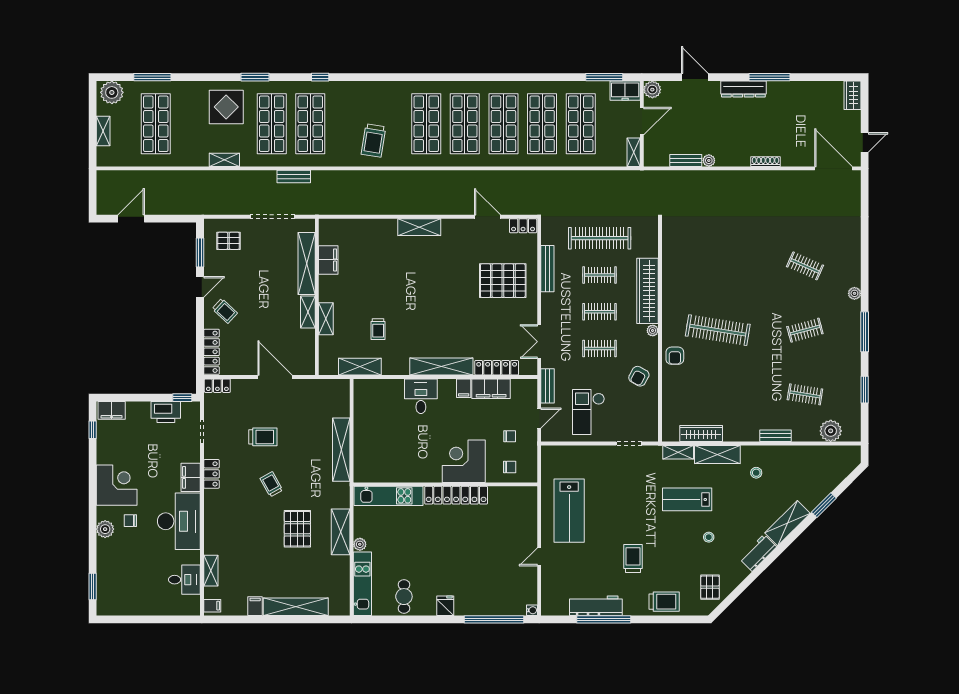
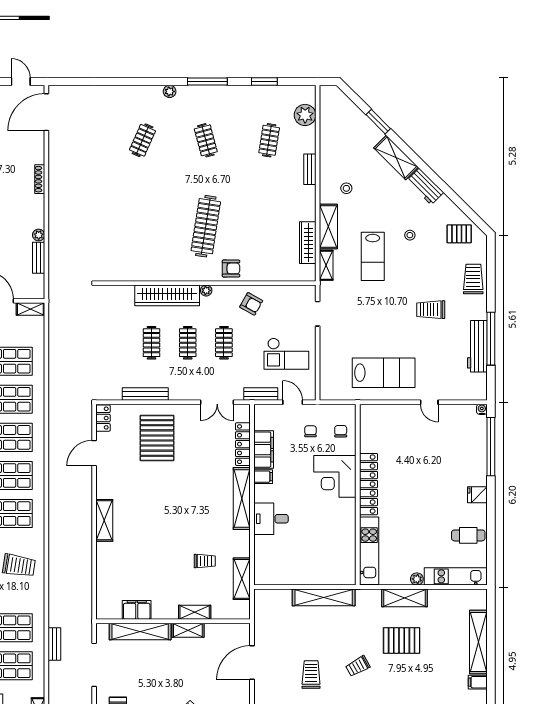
clothes rail: (600, 238) -> (115, 343), removed

